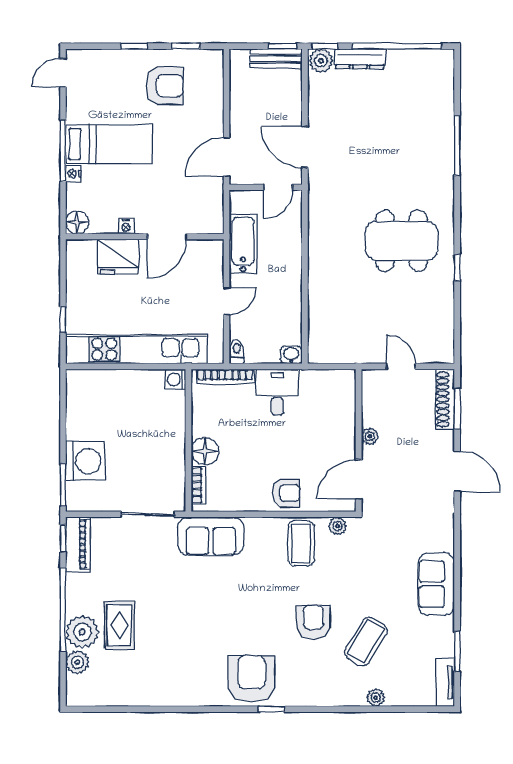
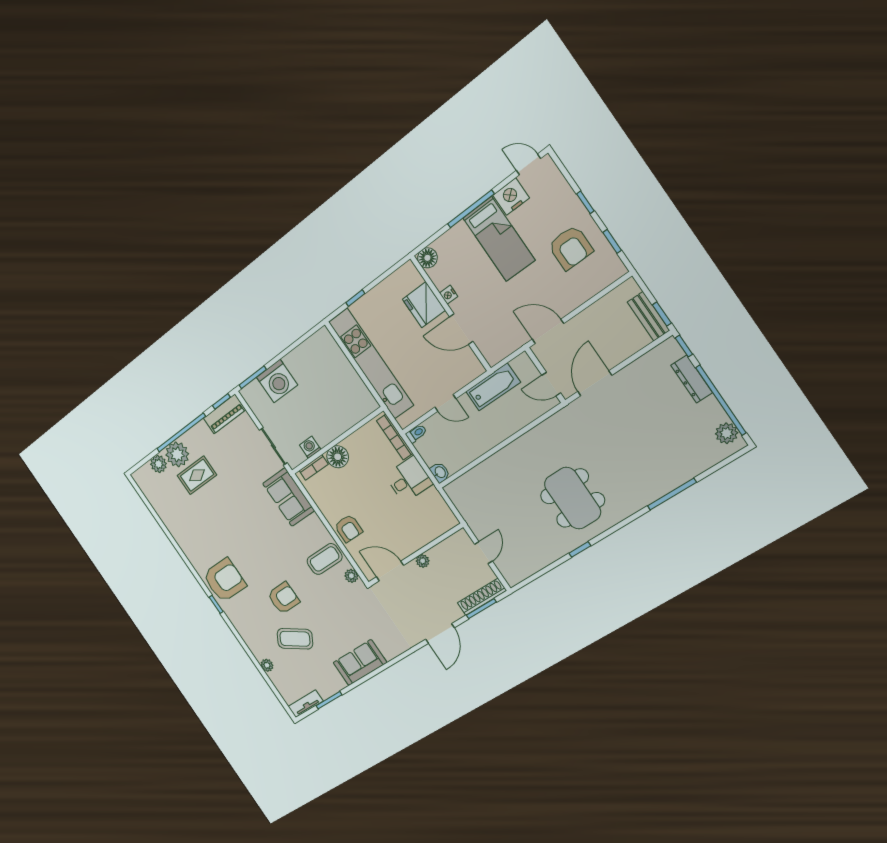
plant: (321, 61) -> (727, 433), moved
nightstand: (73, 174) -> (511, 197), moved, width x1.89, depth x1.79
washing machine: (176, 379) -> (310, 447), moved

